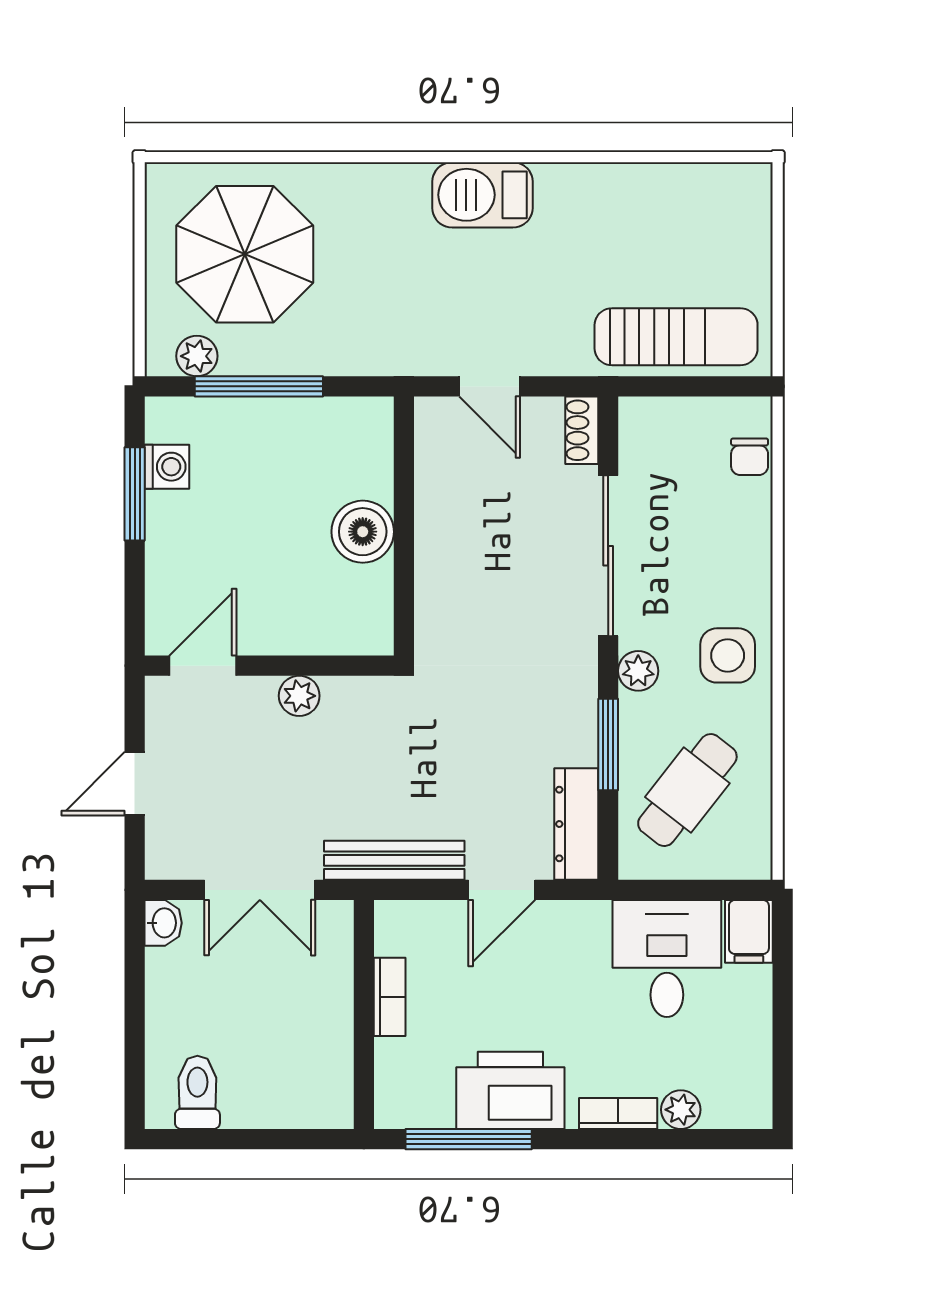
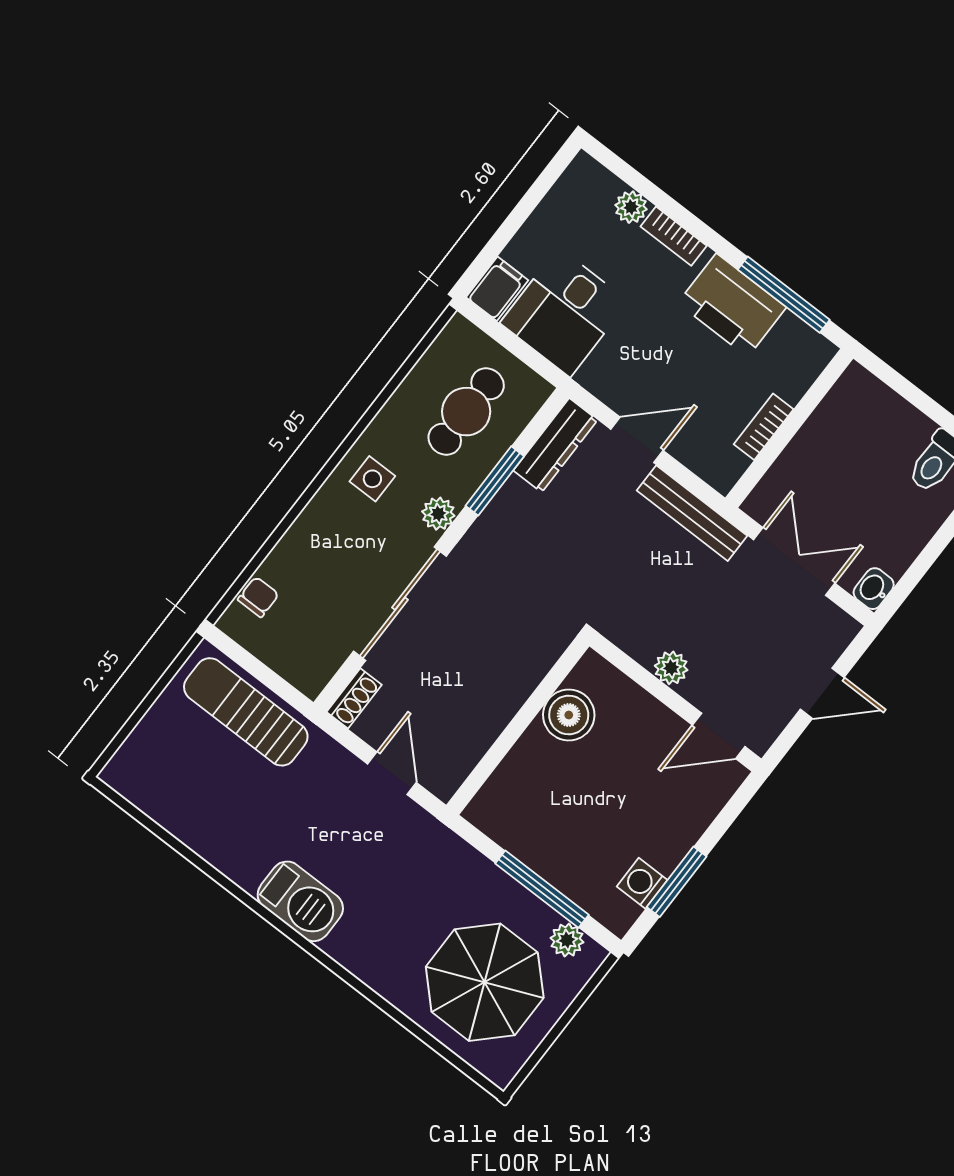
boiler: (363, 532) -> (569, 715), moved
side table: (728, 655) -> (372, 479), width x0.73, depth x0.73
cafe table: (687, 790) -> (466, 412), turned -38

